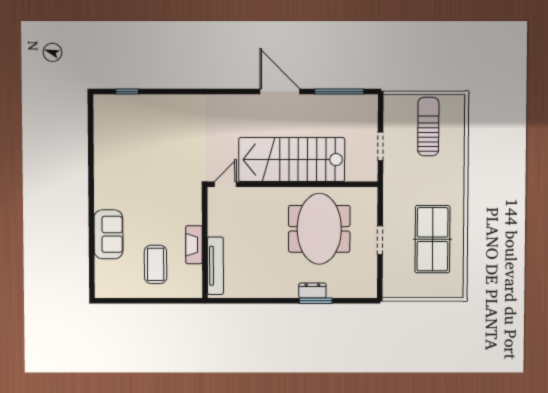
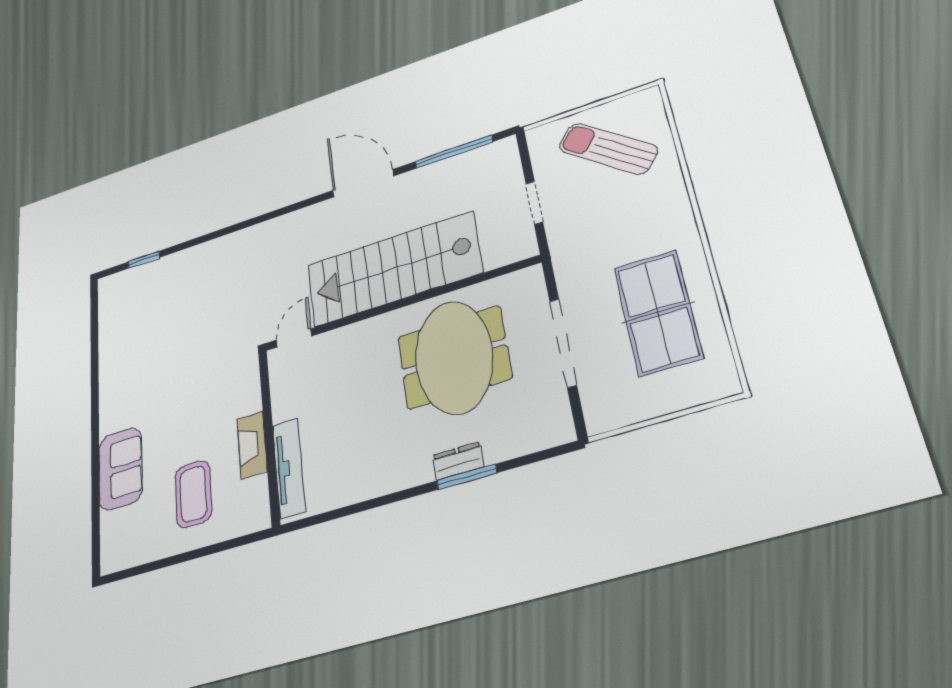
sun lounger: (428, 127) -> (608, 149), turned -50
doorway: (380, 240) -> (563, 343), width x1.88

